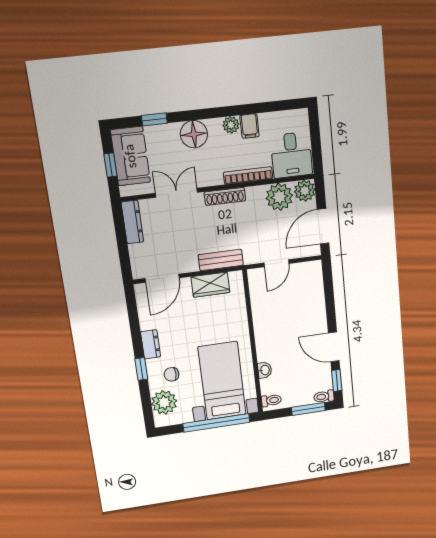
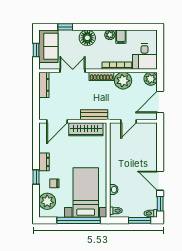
plant: (279, 197) -> (123, 81), moved
wardrobe: (210, 285) -> (86, 129), width x1.50

